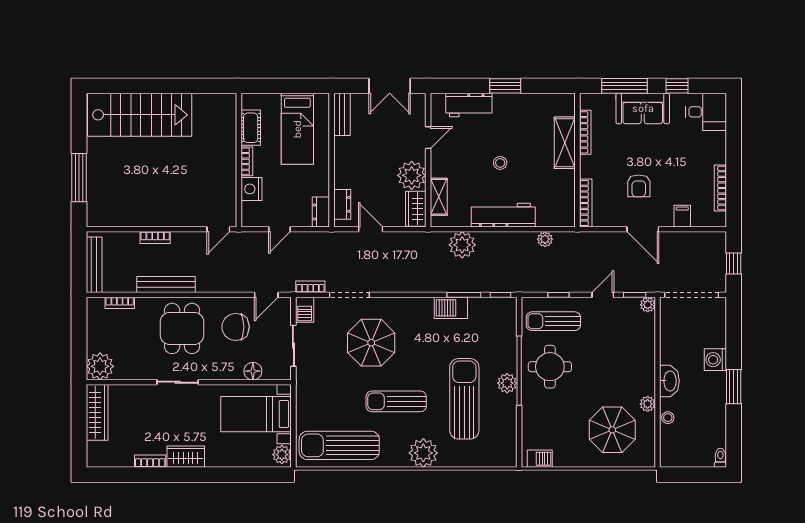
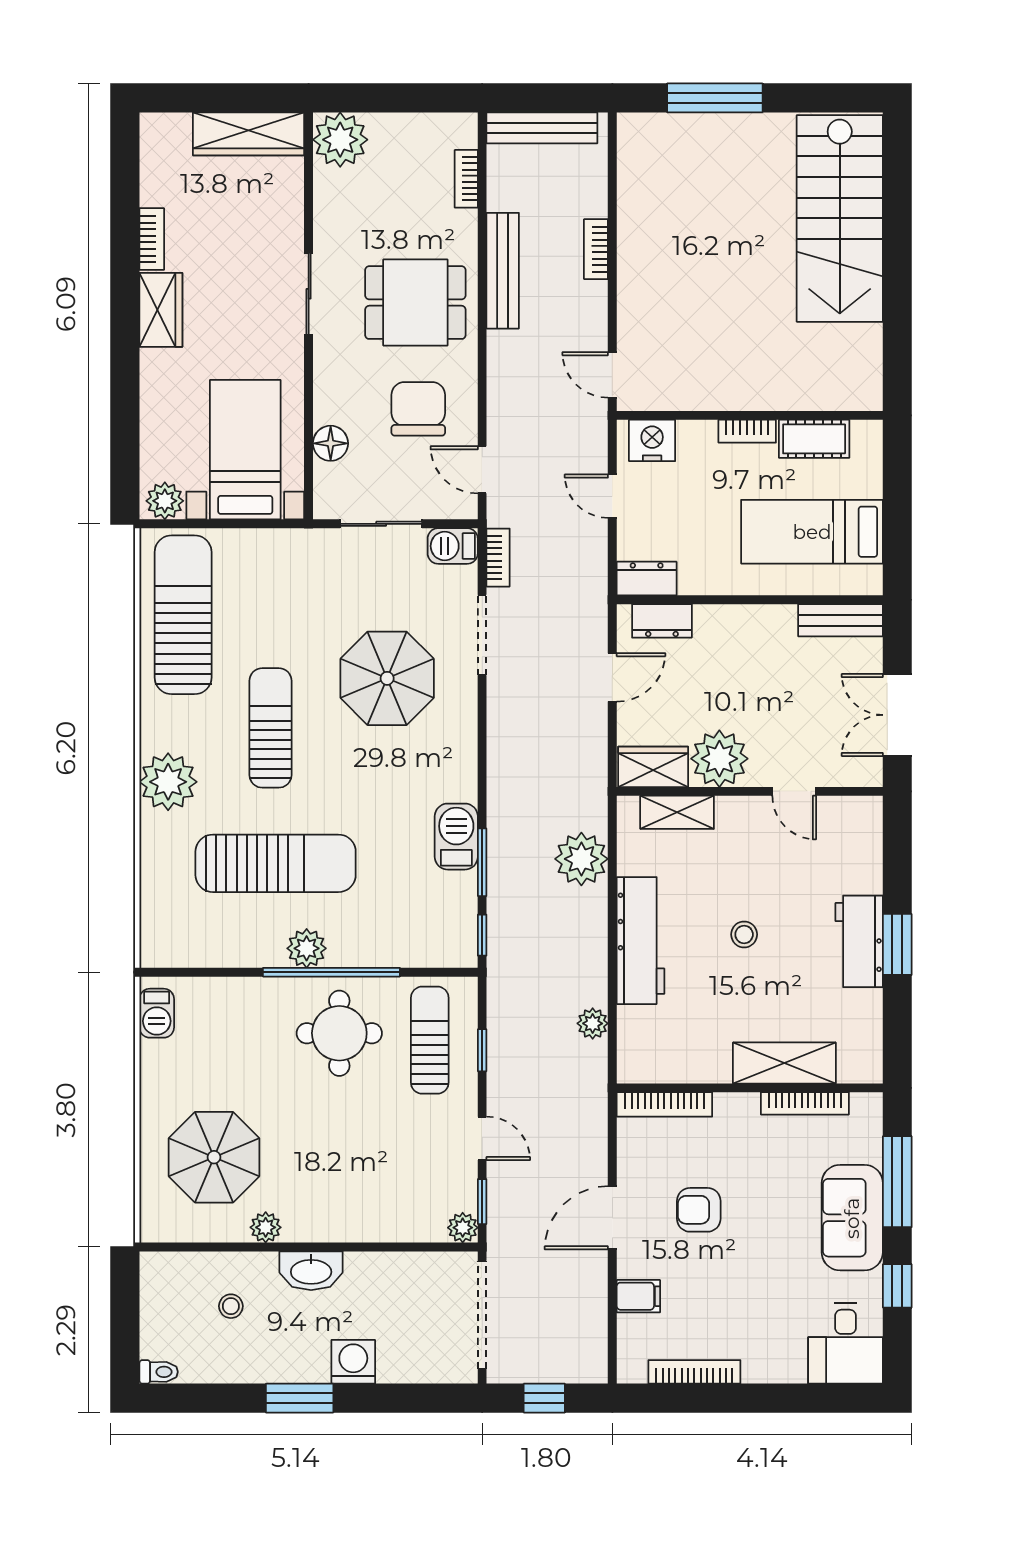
workbench: (469, 105) -> (859, 941), moved
nightstand: (251, 189) -> (652, 440), moved
stool: (668, 418) -> (231, 1306), moved

